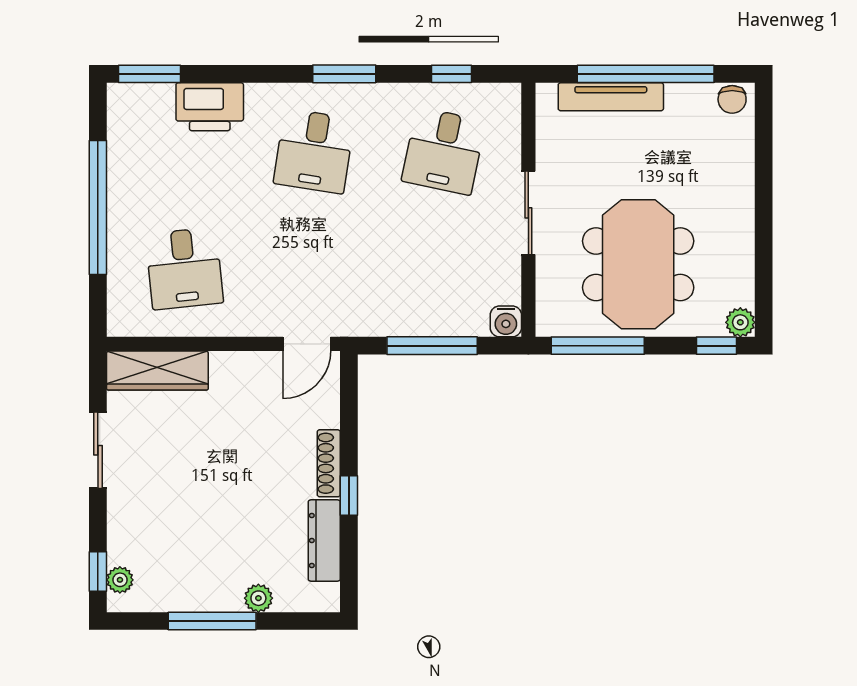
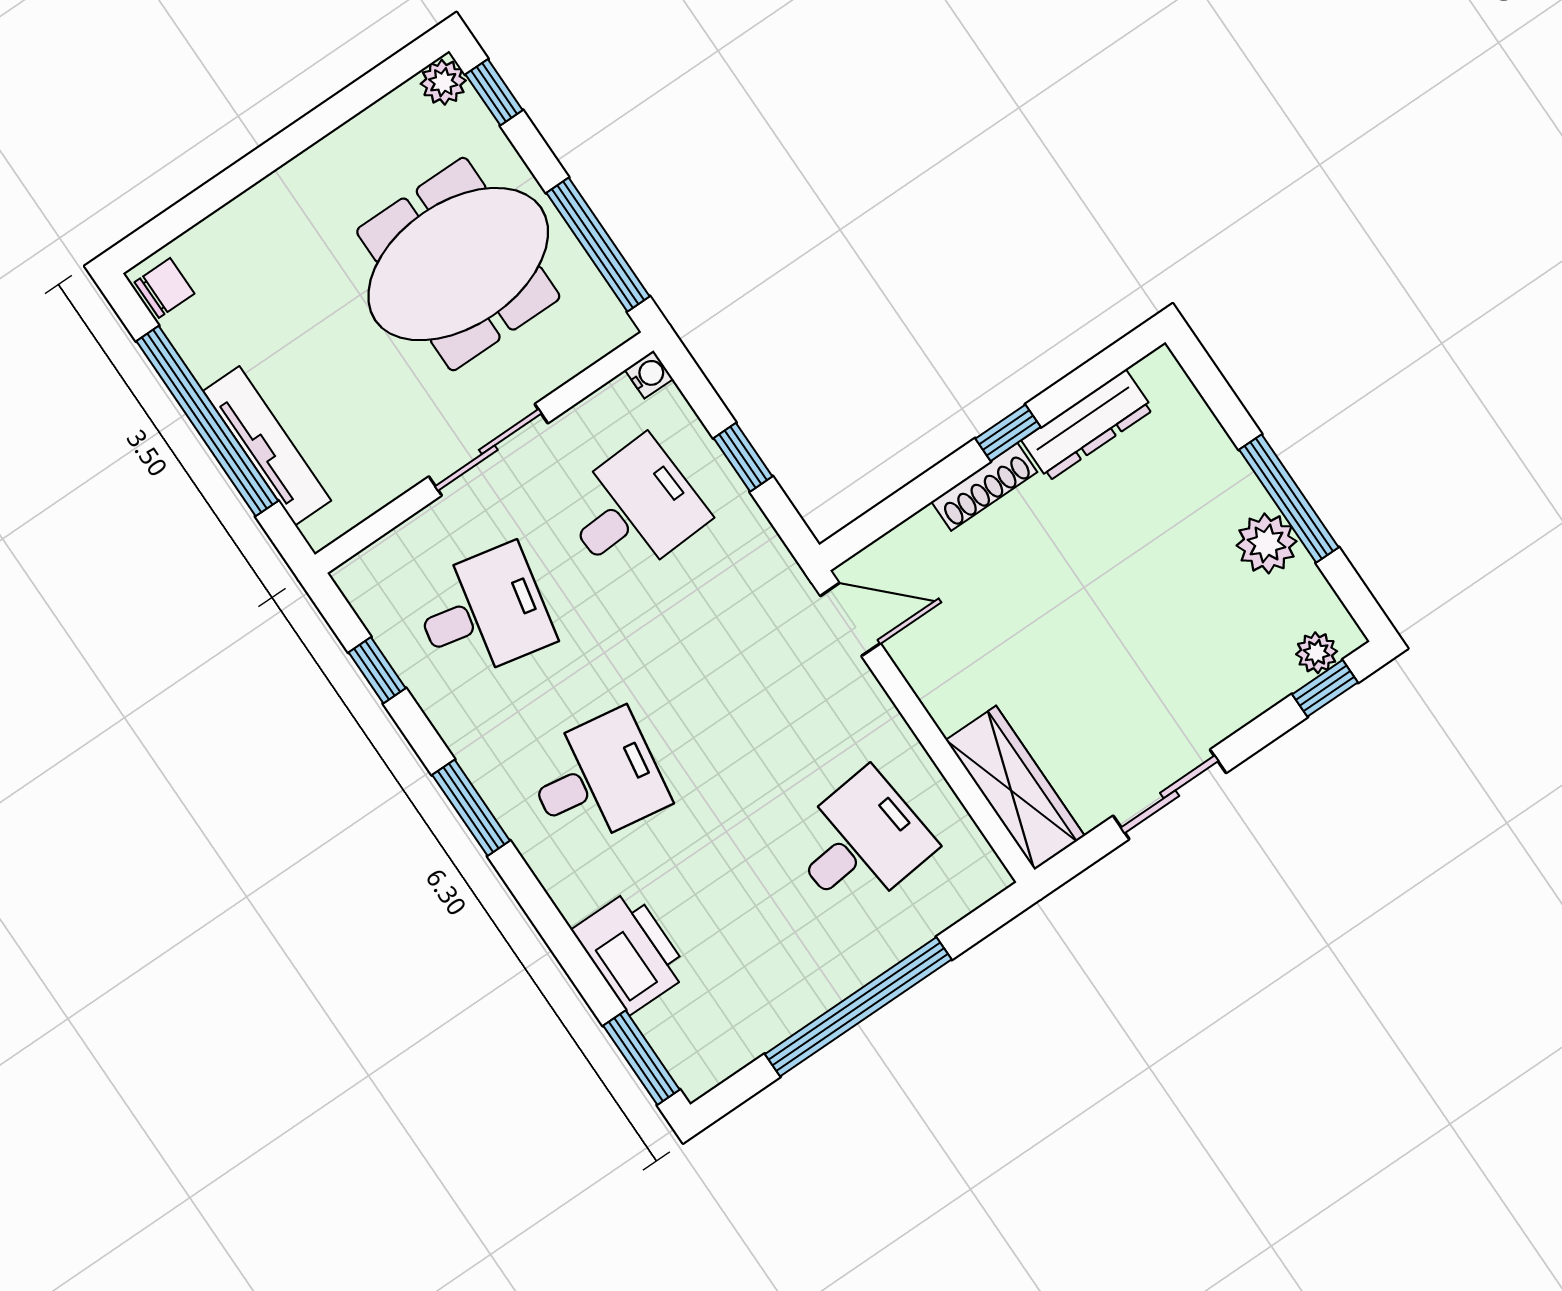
desk: (444, 268) -> (634, 510), added
water cooler: (506, 321) -> (649, 374), width x0.72, depth x0.72
window: (432, 346) -> (743, 457), width x0.46
plant: (258, 598) -> (1267, 543), moved, width x1.38, depth x1.38

